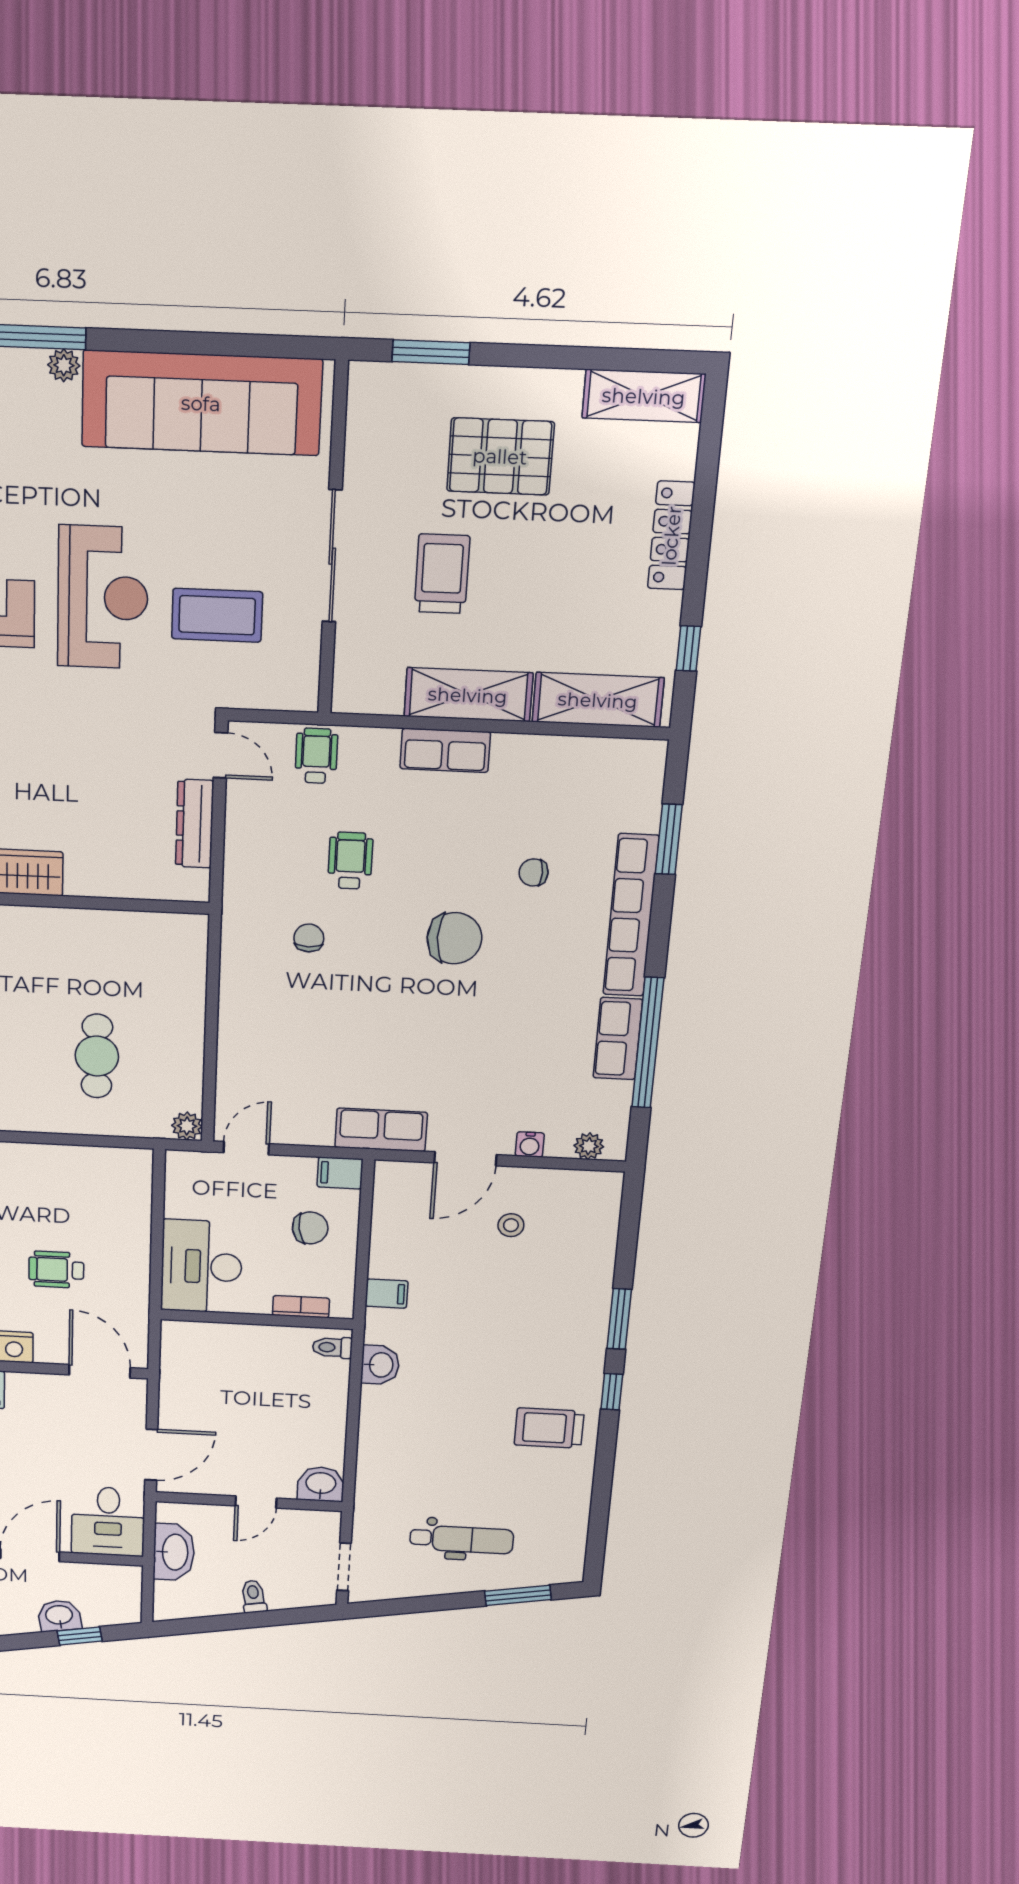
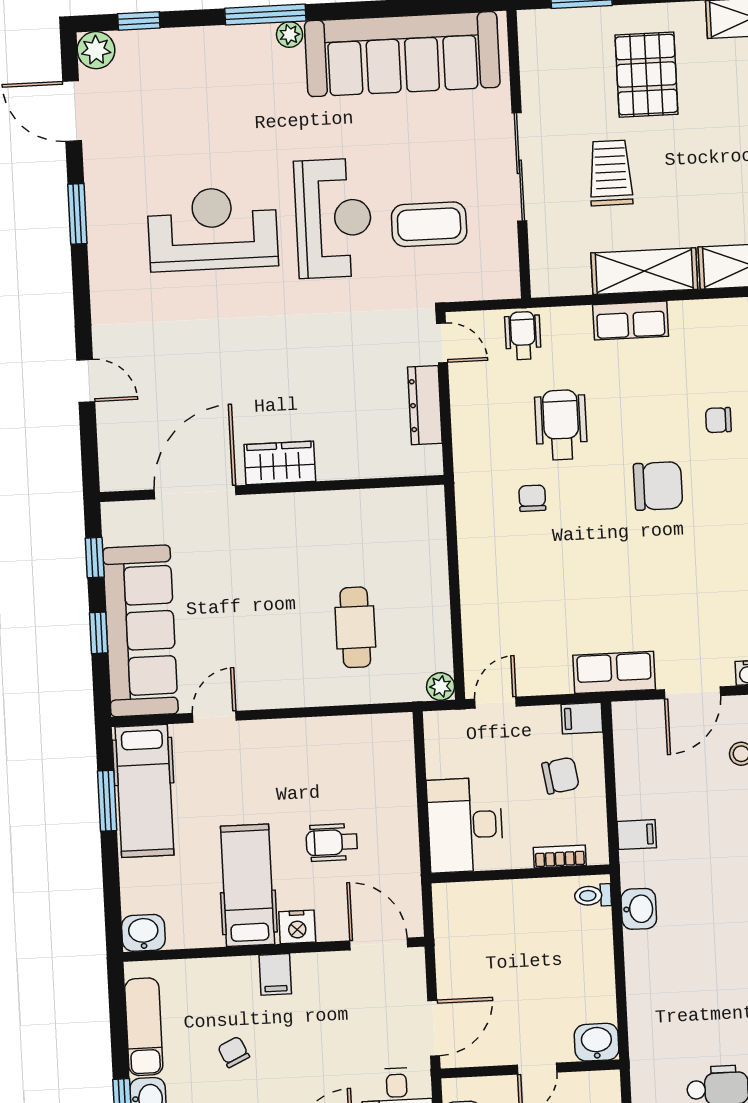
pallet: (500, 456) -> (646, 75), turned 90
wheelchair: (350, 861) -> (561, 425), width x1.36, depth x1.37

